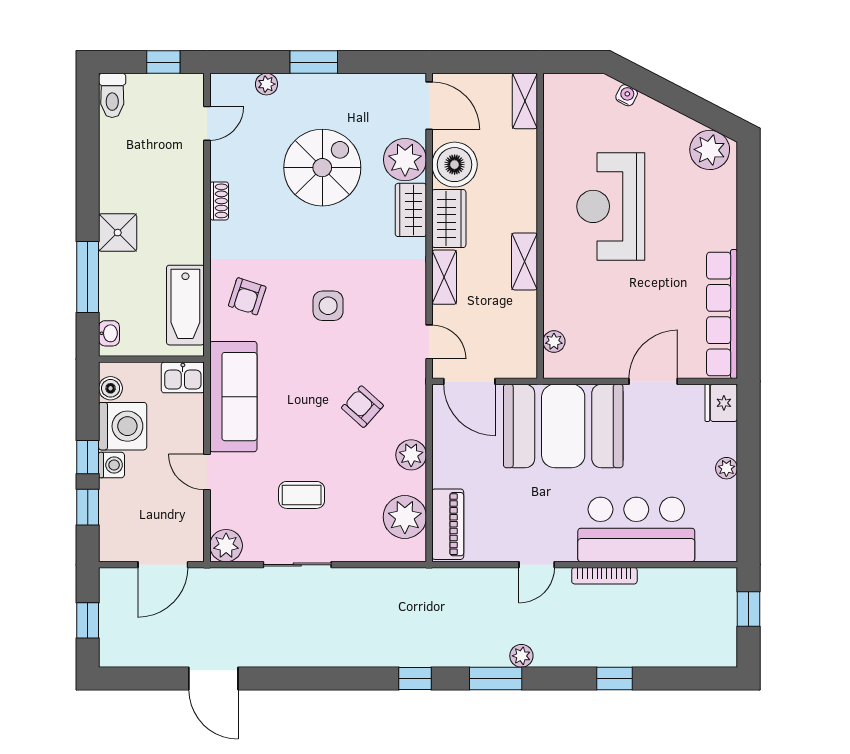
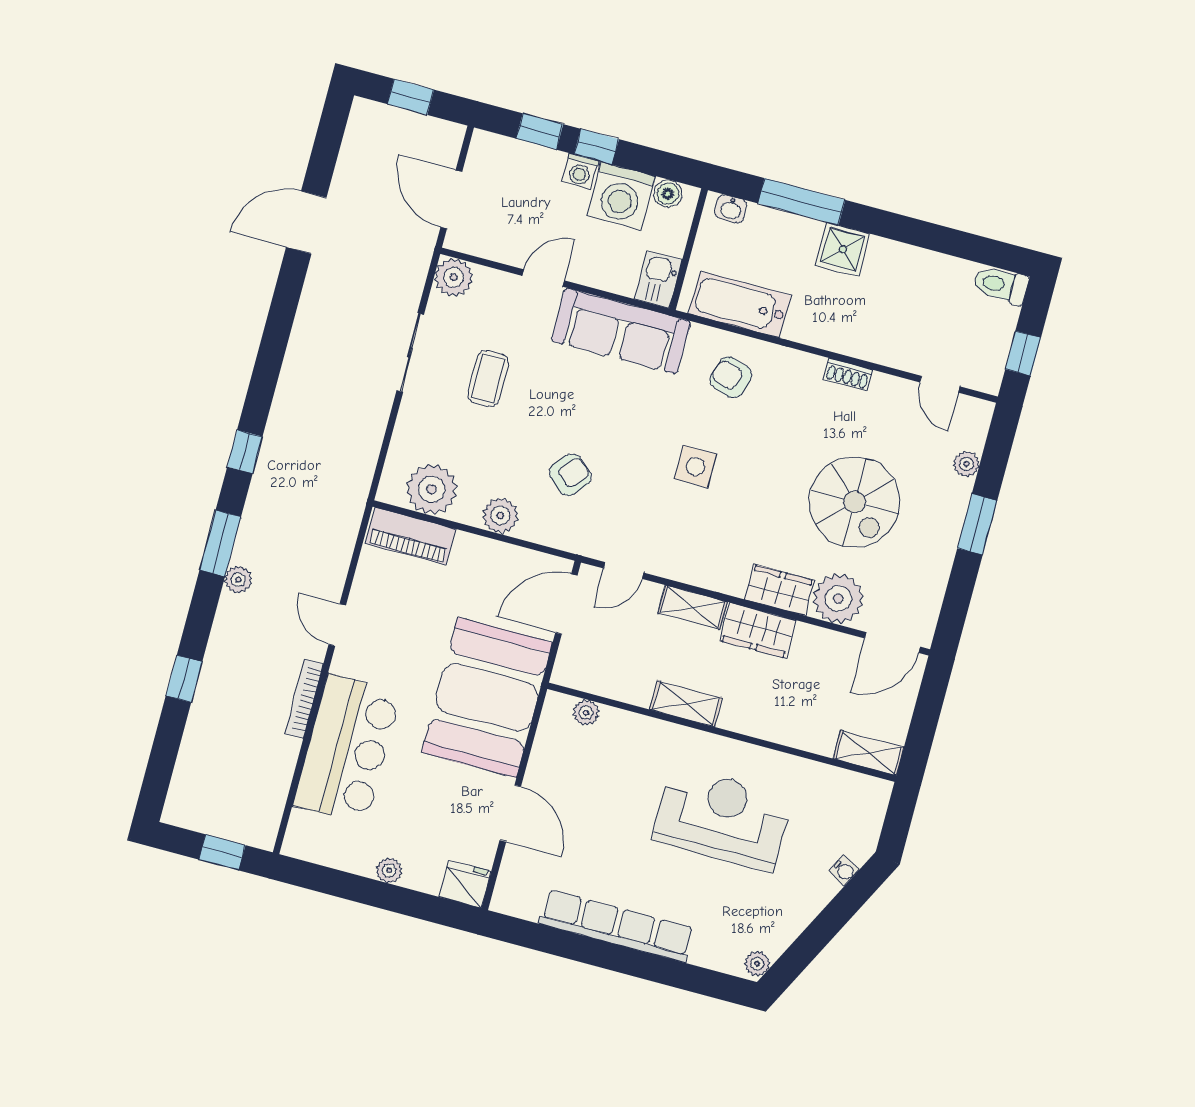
plant: (710, 150) -> (757, 964), width x0.53, depth x0.53
boiler: (455, 165) -> (818, 653), removed
row of seats: (722, 314) -> (617, 926), moved

